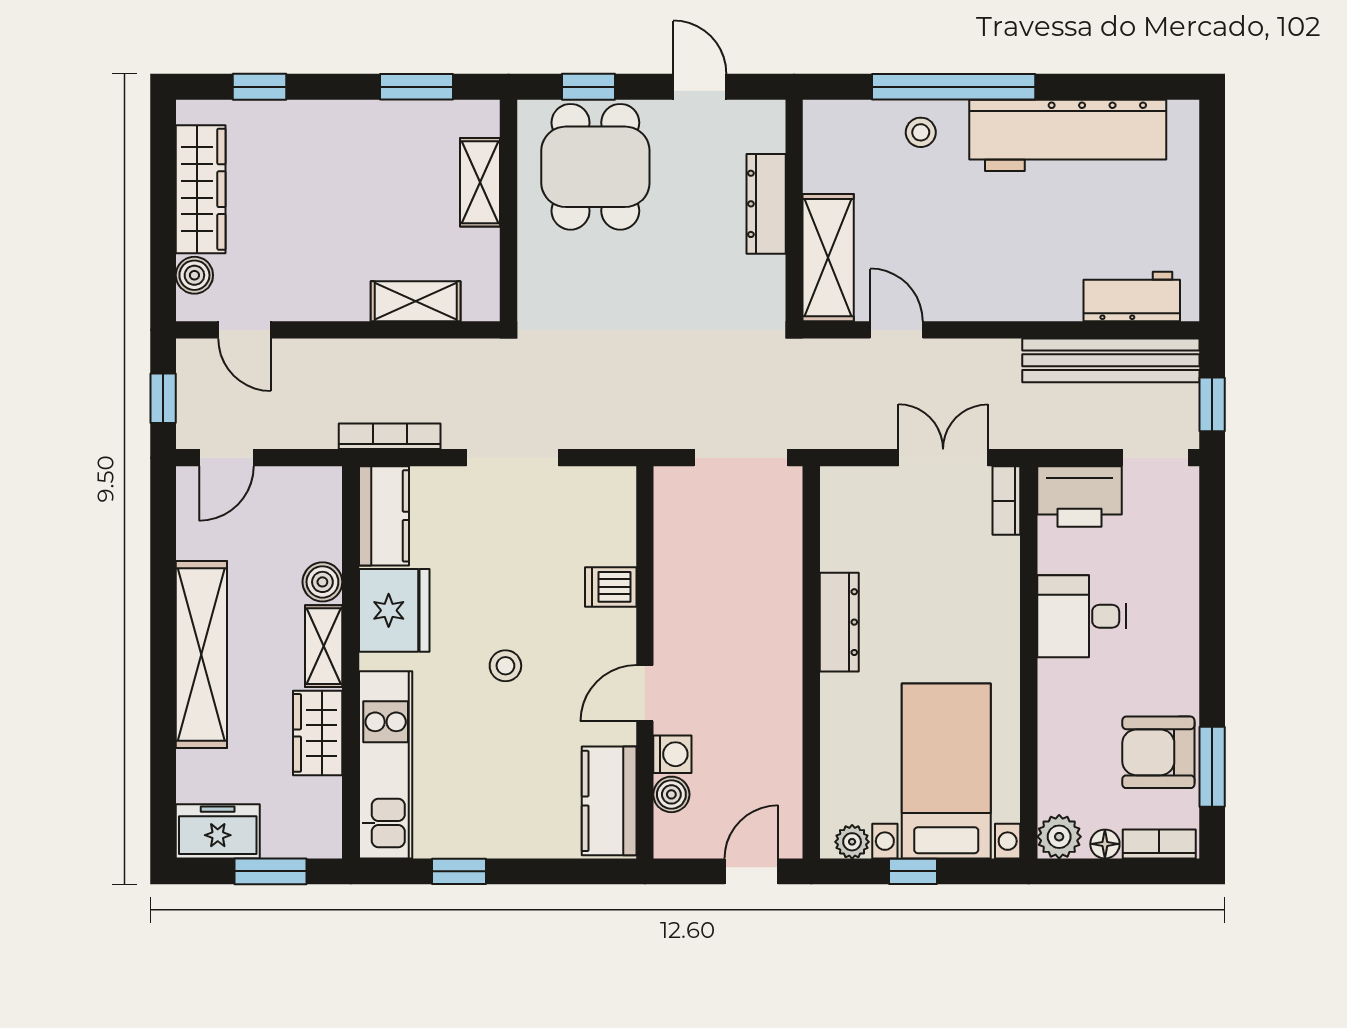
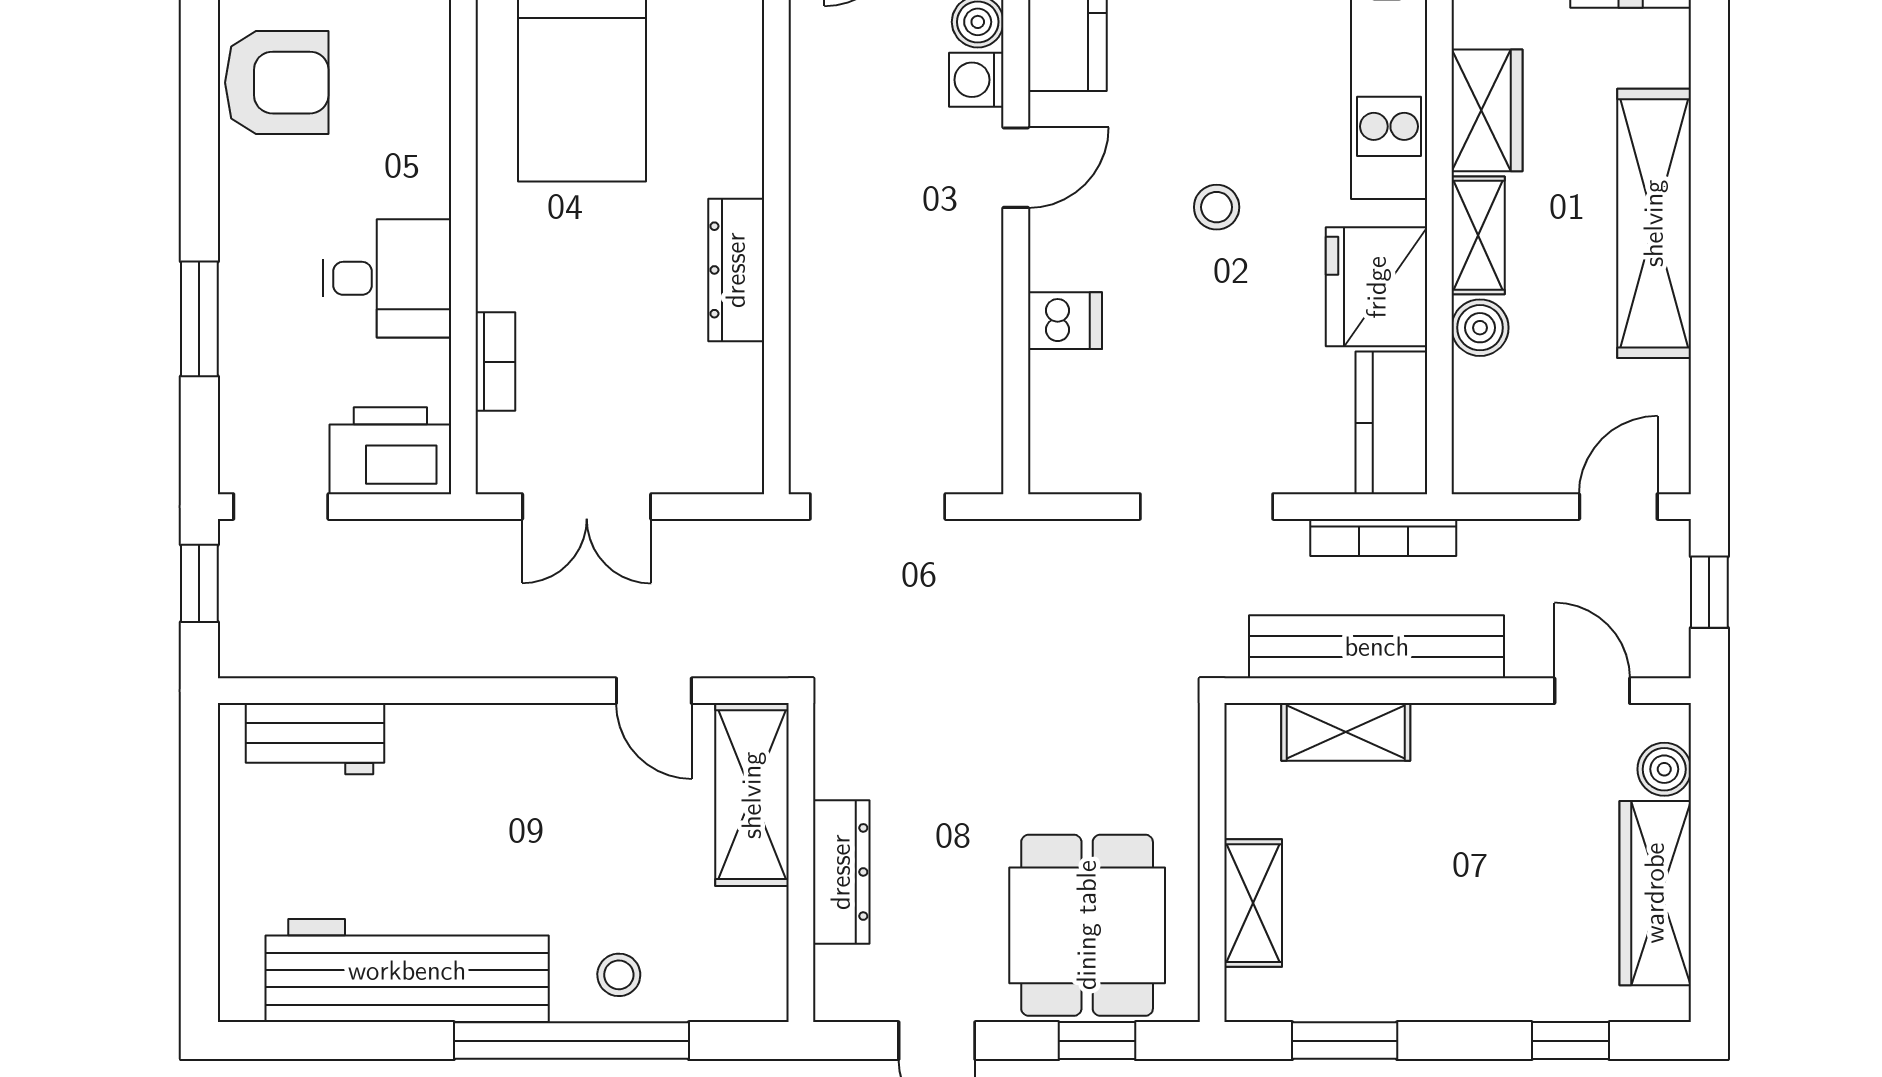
bench: (1111, 360) -> (1377, 647), moved
bookcase: (1006, 501) -> (495, 362), moved
window: (1212, 767) -> (199, 319), moved

